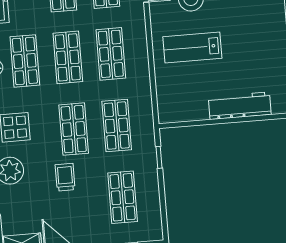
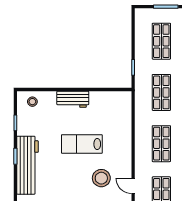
lab bench: (192, 47) -> (82, 144), moved, turned 180
workbench: (240, 106) -> (73, 99), width x0.73

